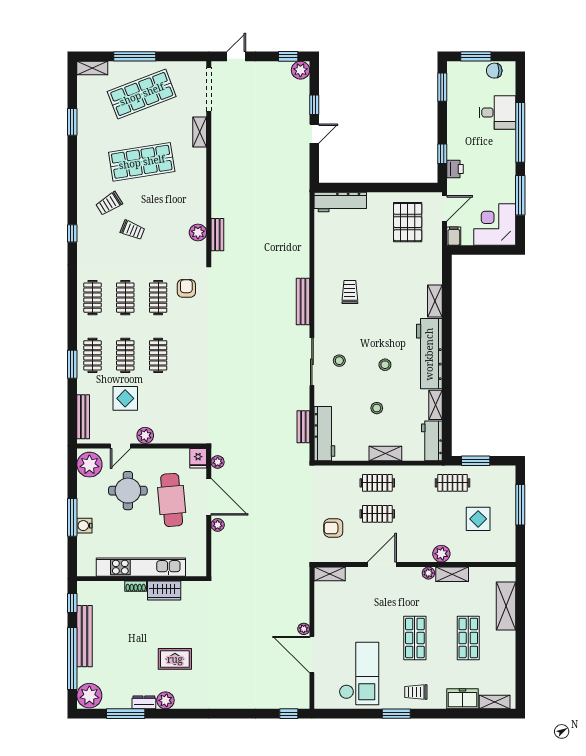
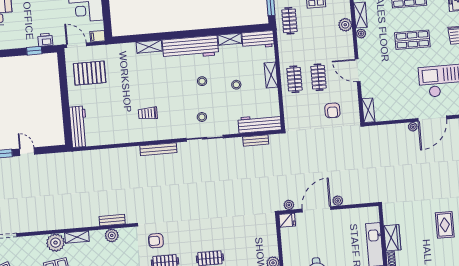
shelving: (200, 132) -> (77, 237), moved
plant: (195, 160) -> (56, 243), added
cafe table: (172, 500) -> (321, 238), removed

